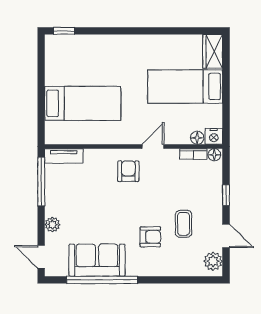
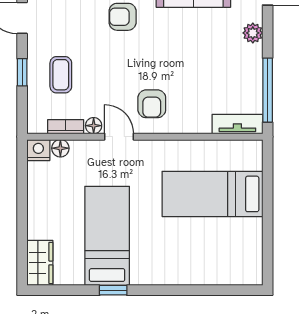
window: (64, 31) -> (113, 290), moved
bed: (185, 87) -> (107, 236), moved, turned -90
door: (153, 146) -> (119, 137), swing flipped
floor lamp: (214, 155) -> (94, 126), moved
coffee table: (184, 224) -> (61, 75), moved

